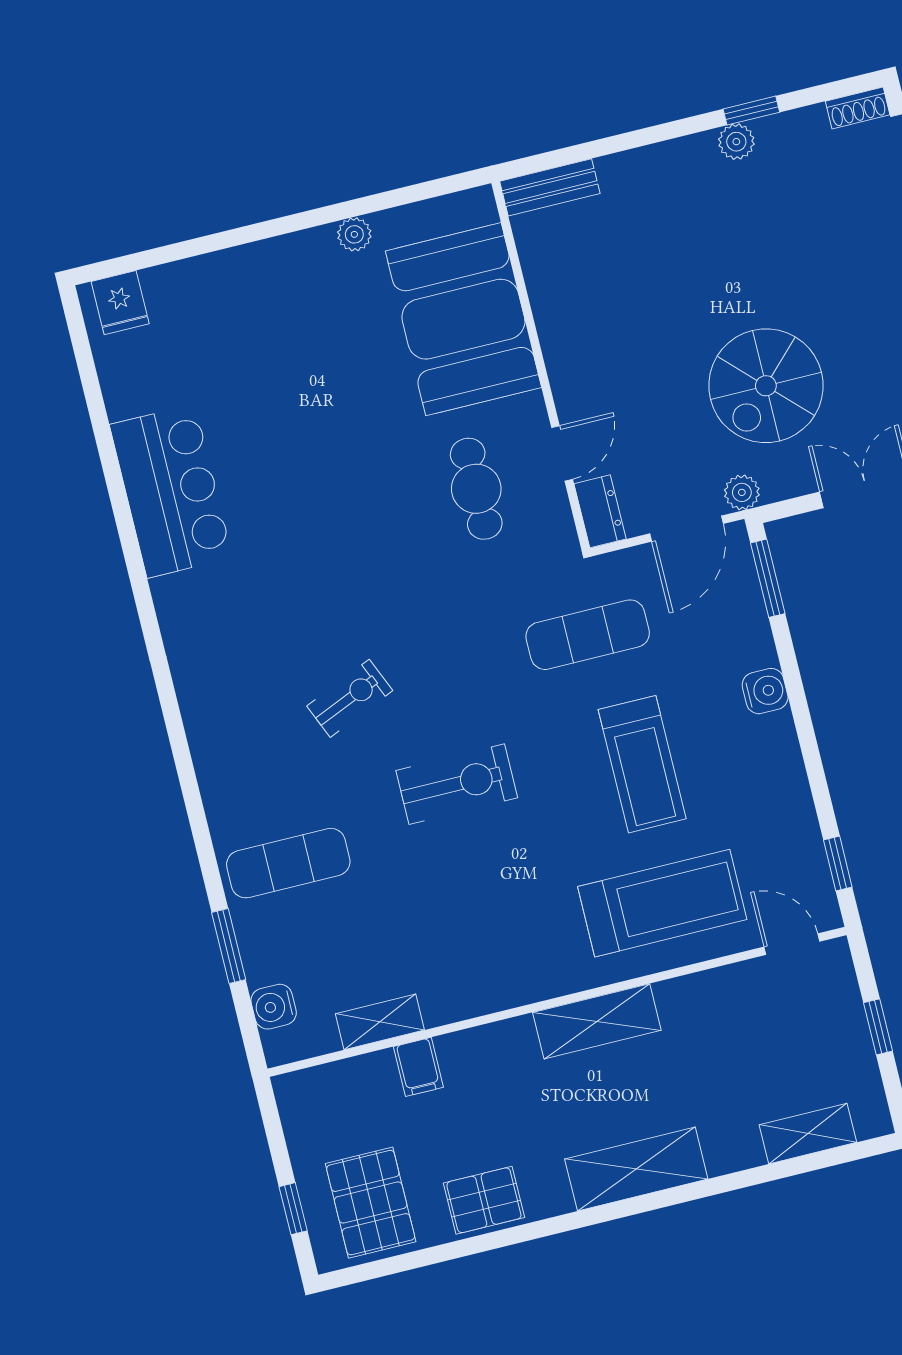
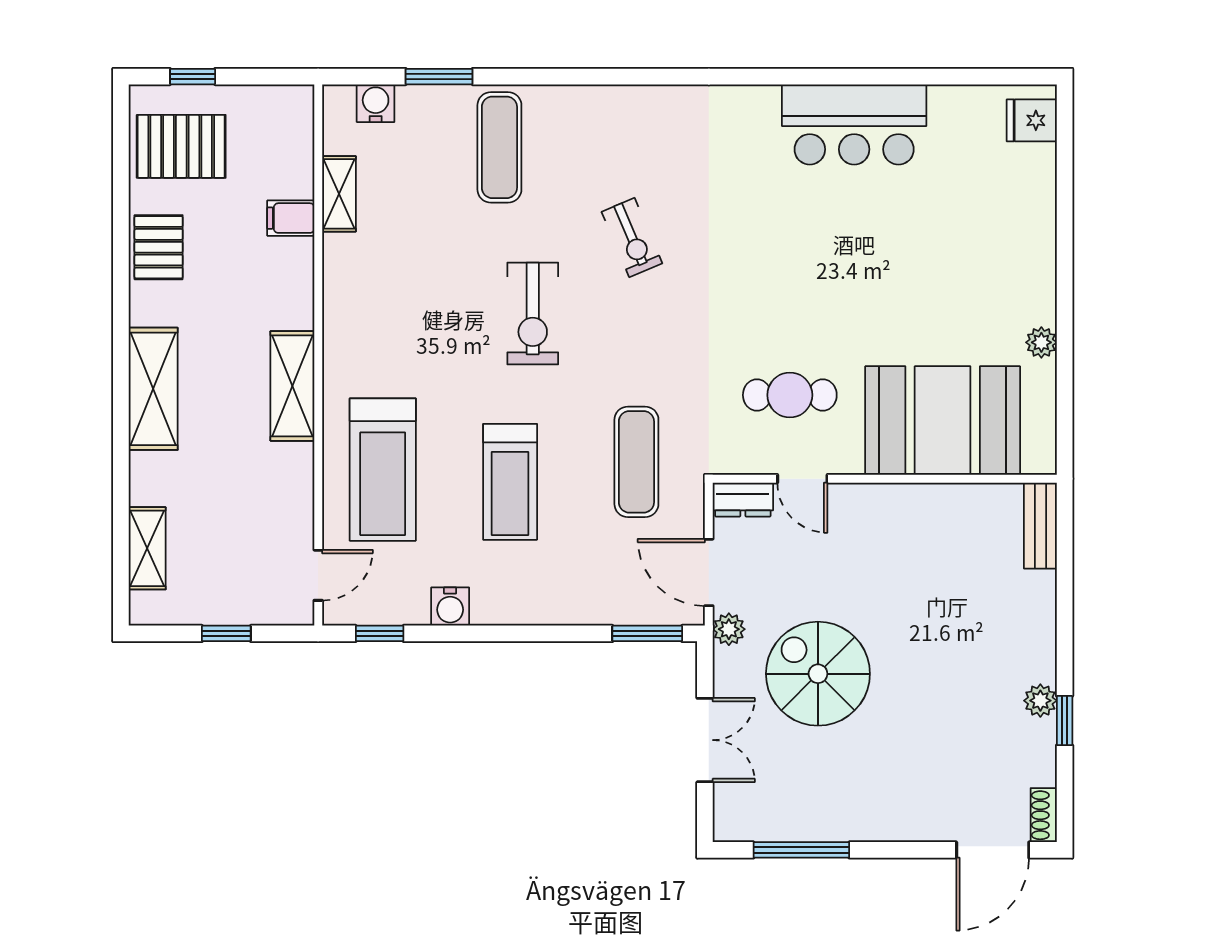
water cooler: (765, 691) -> (450, 607), moved
treadmill: (642, 764) -> (510, 482), turned -90

